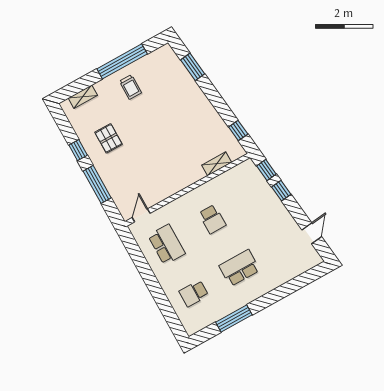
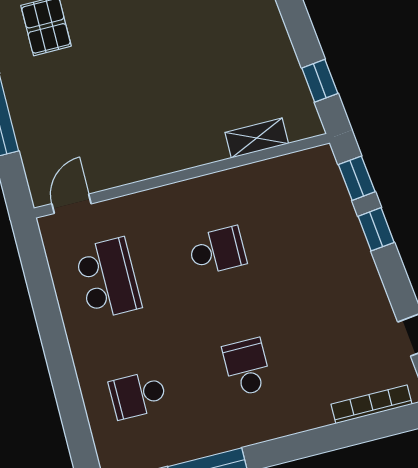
school desk: (212, 219) -> (217, 251), turned -90
school desk: (239, 268) -> (247, 367), width x0.54
bookcase: (300, 270) -> (371, 404), added

